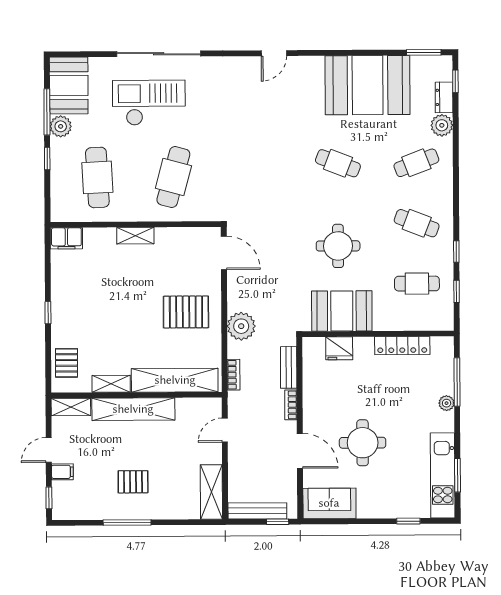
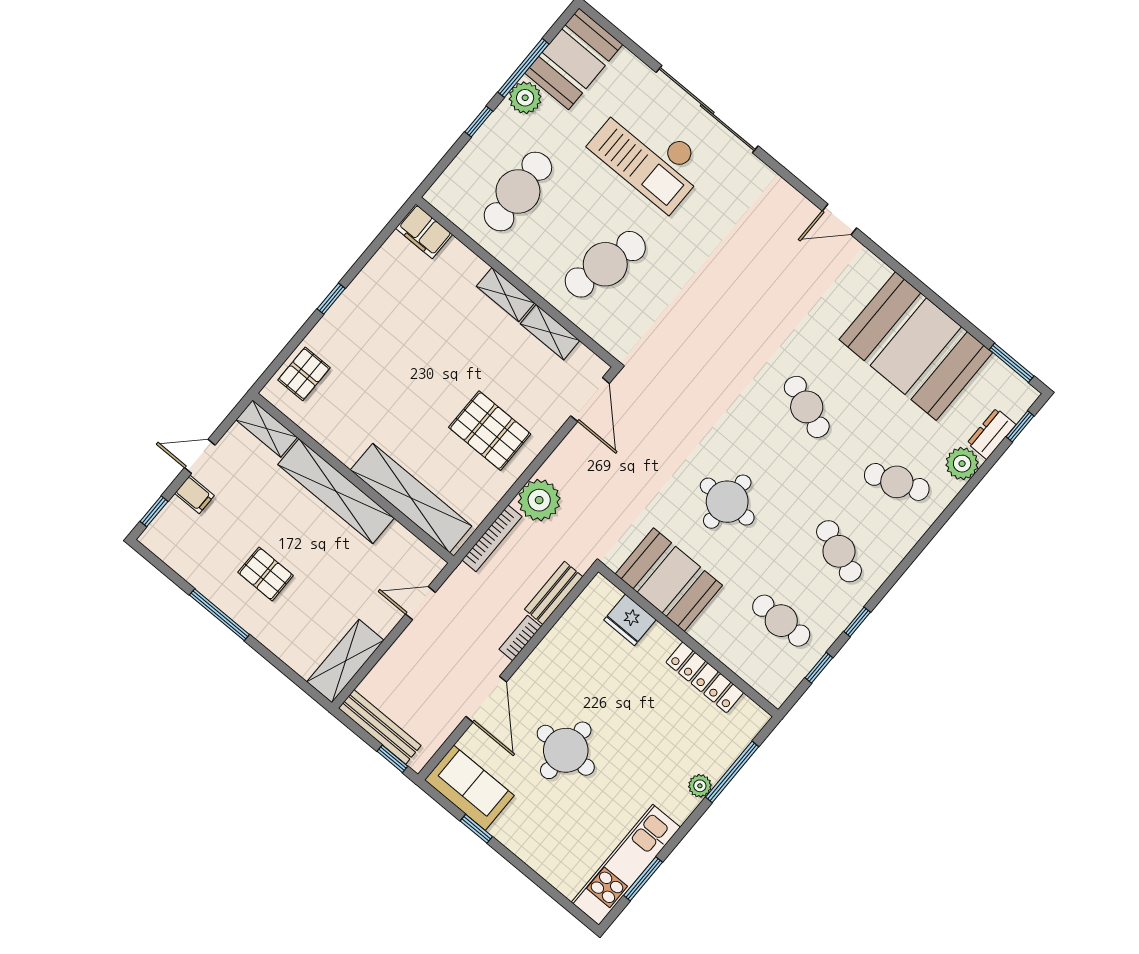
checkout: (149, 103) -> (649, 156), turned 180
bookcase: (234, 375) -> (492, 538), width x1.56
shelving: (111, 384) -> (550, 332), moved
window: (408, 521) -> (476, 829), moved

